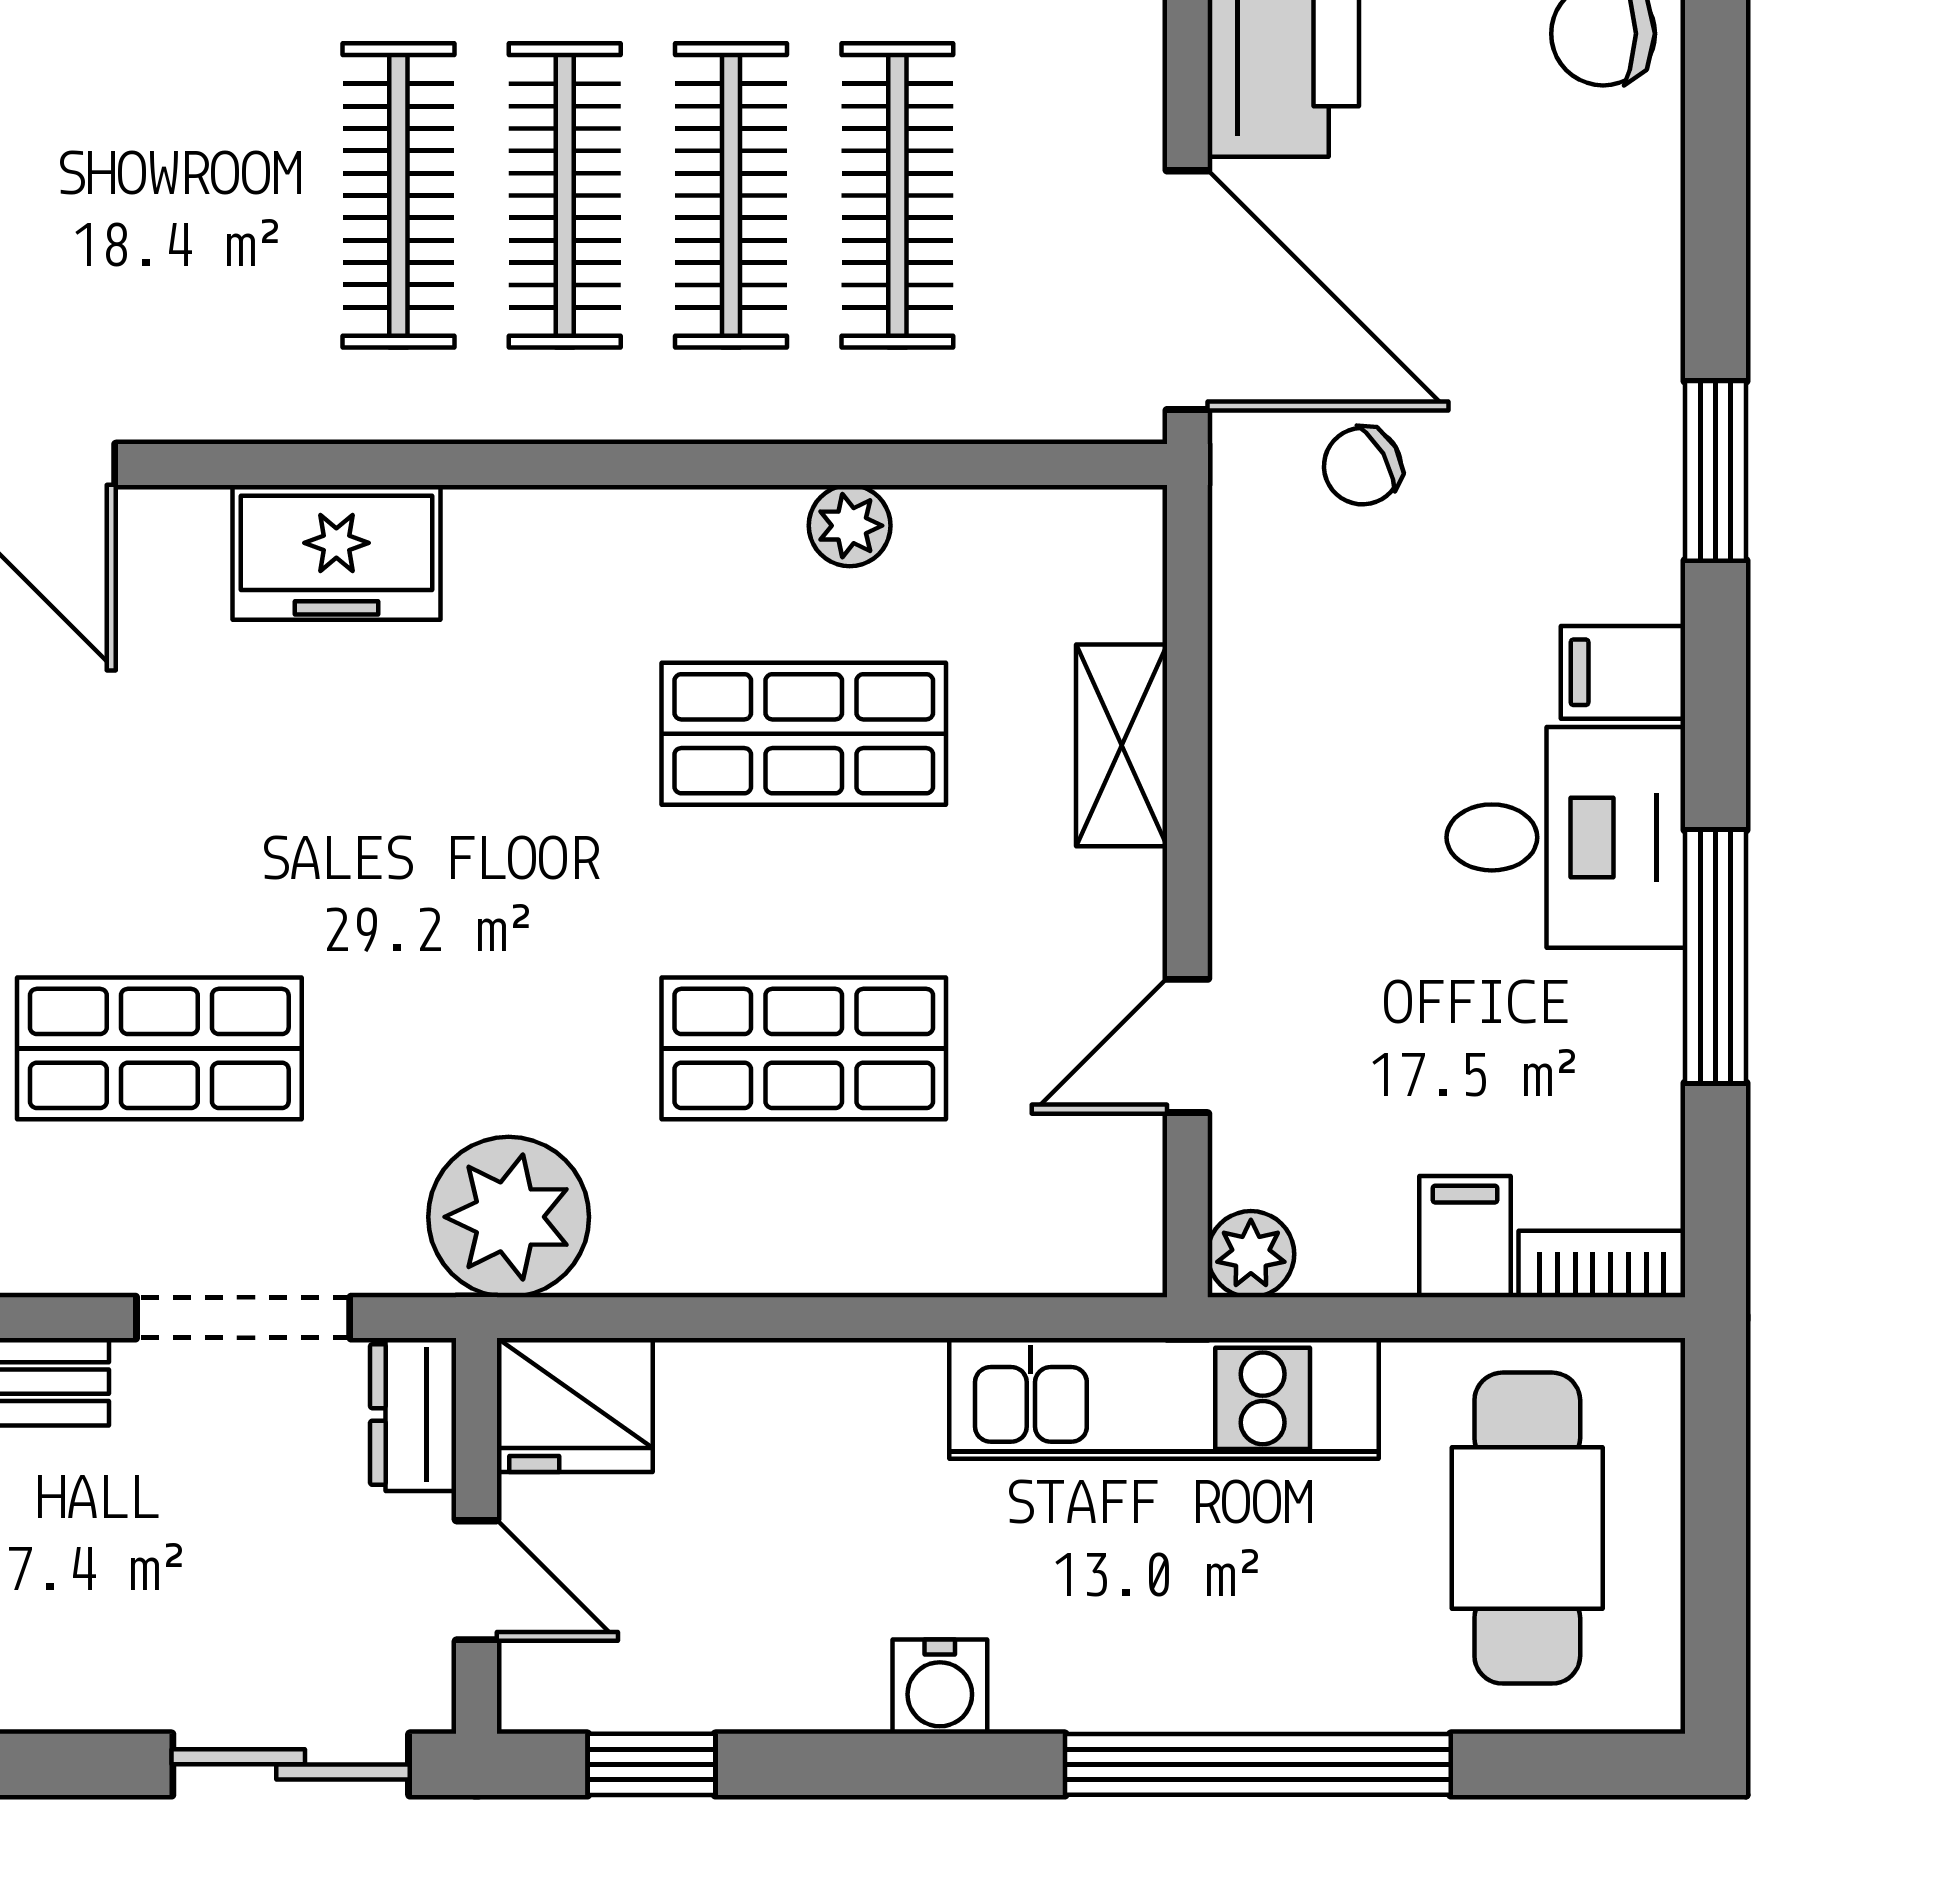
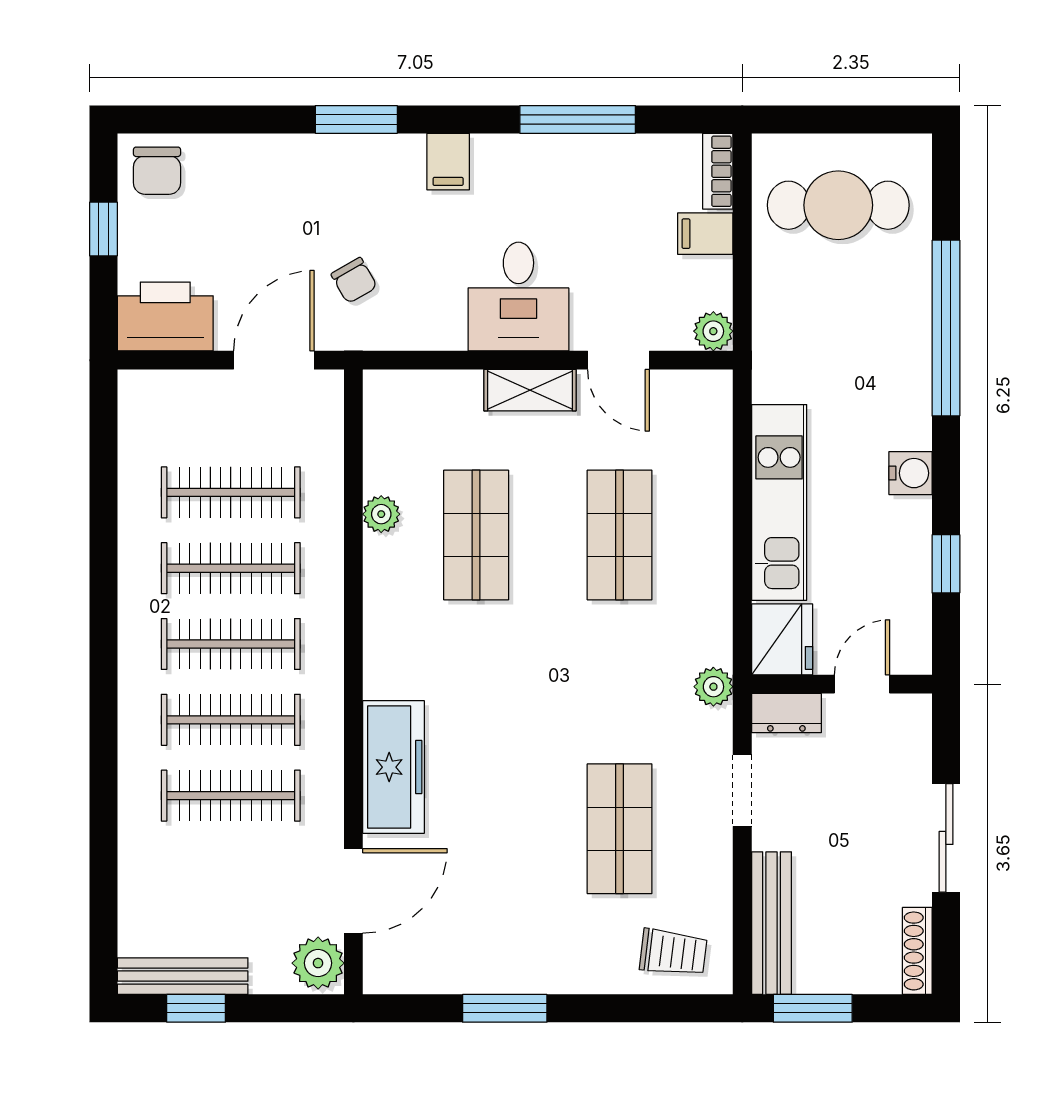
clothes rail: (232, 195) -> (231, 796), added
door: (1187, 290) -> (274, 360), width x0.73
freezer: (336, 552) -> (393, 767), width x1.40
shelving: (1122, 745) -> (530, 390), moved
desk: (1566, 837) -> (518, 297), moved, turned 180
plant: (509, 1217) -> (713, 687), width x0.53, depth x0.53
doorway: (243, 1318) -> (742, 791), width x0.73
kitchen unit: (1164, 1398) -> (779, 502), moved
sliding door: (291, 1764) -> (946, 838), moved
window: (651, 1764) -> (946, 564), moved

